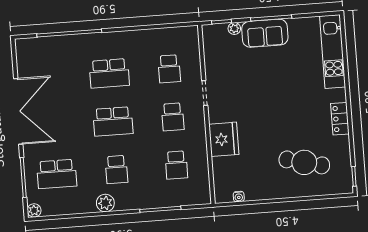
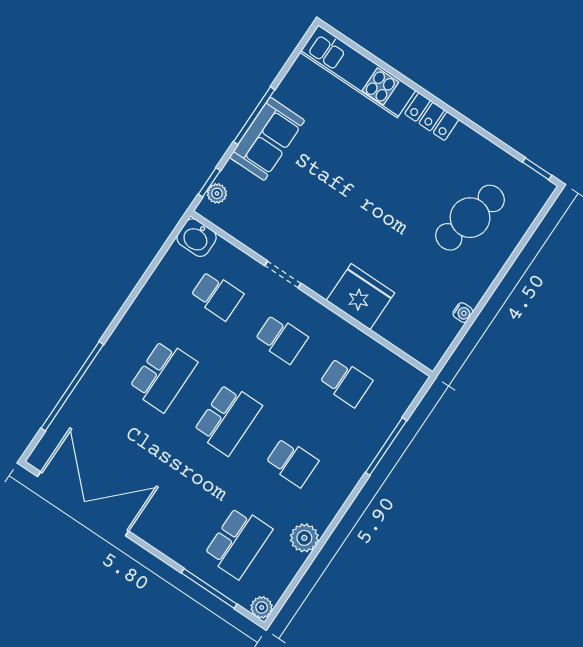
plant: (234, 29) -> (217, 193), moved
washbasin: (190, 37) -> (197, 238), added
double door: (18, 111) -> (83, 504), moved
locker: (340, 119) -> (432, 117), moved
water cooler: (239, 197) -> (463, 313), moved
plant: (105, 203) -> (304, 538), moved

